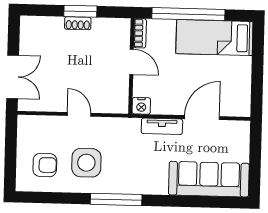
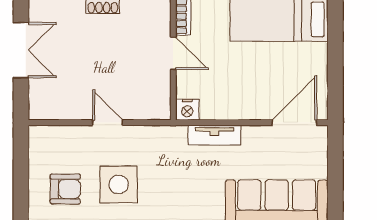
double door: (13, 77) -> (21, 50), moved
door: (202, 118) -> (294, 123), moved

